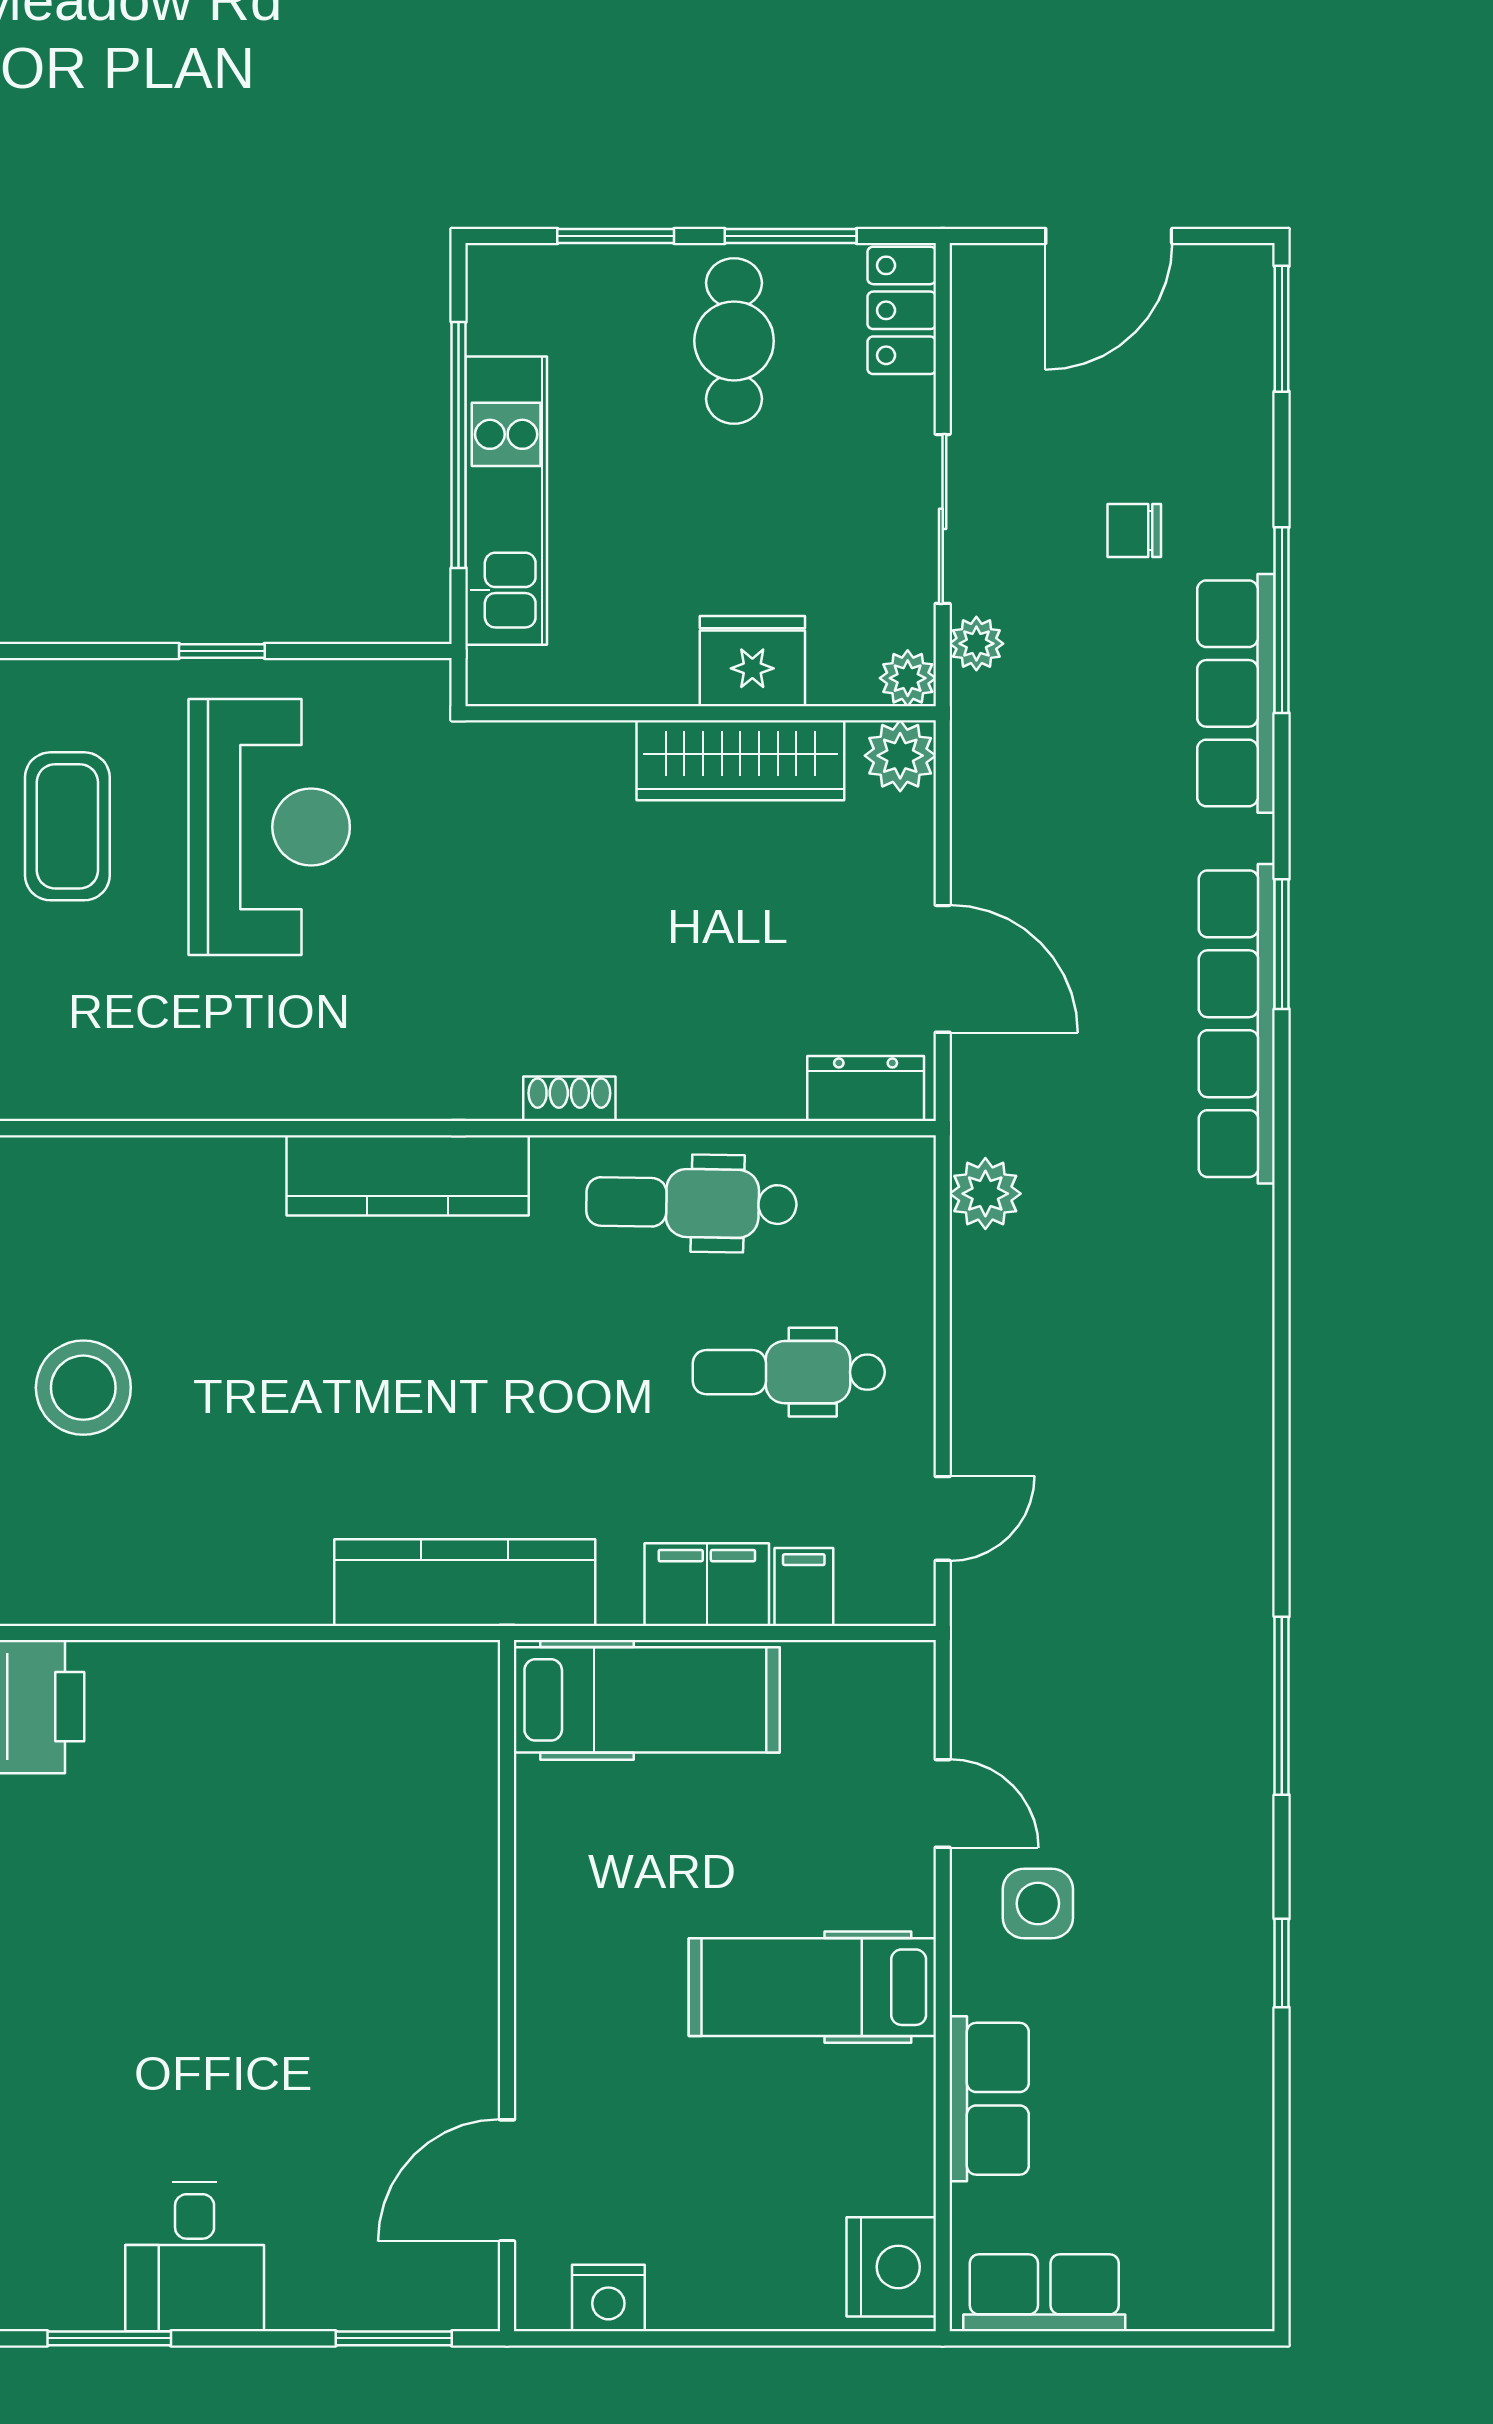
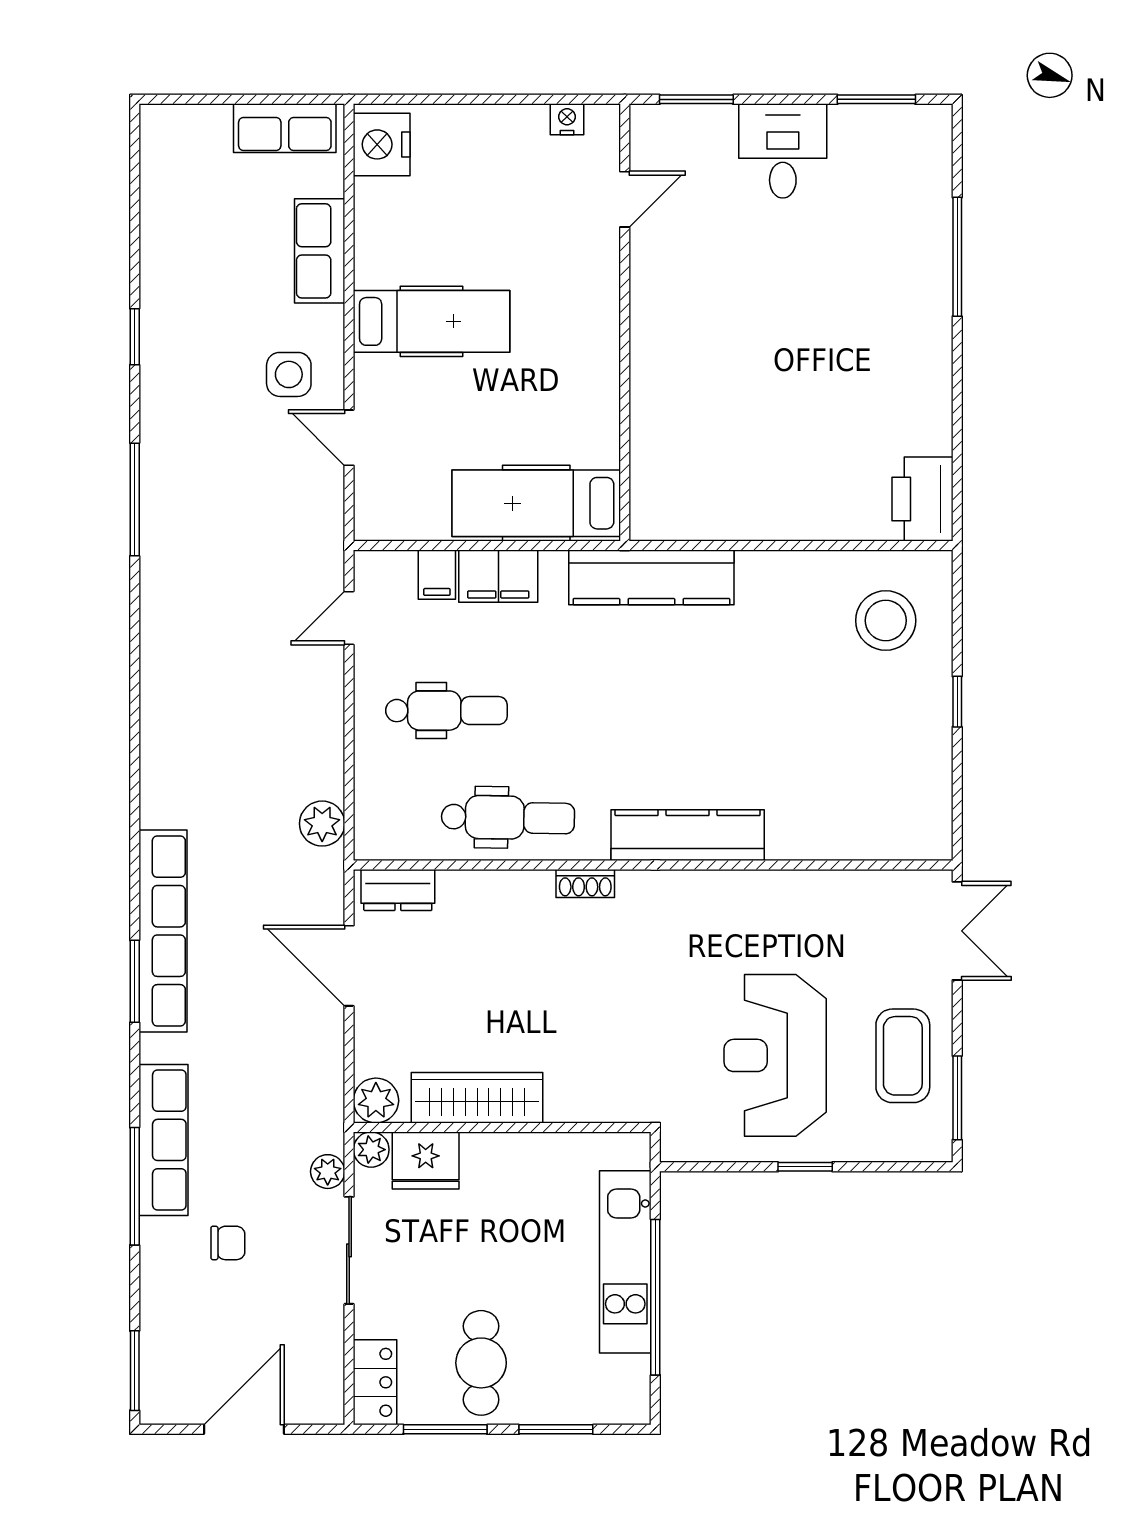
fridge: (752, 661) -> (426, 1160), moved
stool: (83, 1388) -> (886, 621), moved
door: (507, 2180) -> (625, 199), width x0.73
desk: (195, 2257) -> (783, 151), moved
nightstand: (608, 2298) -> (567, 119), width x0.72, depth x0.74

